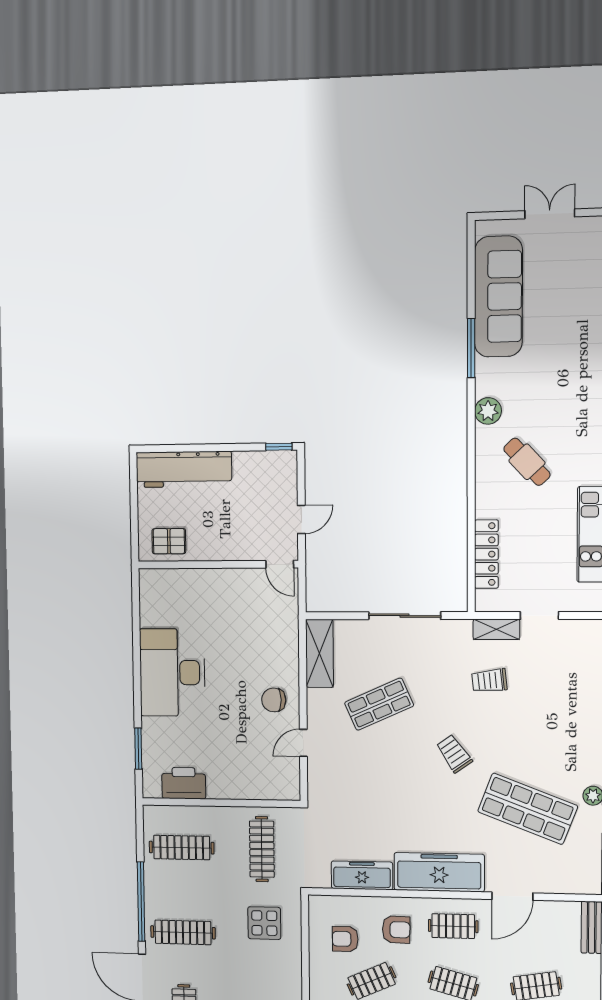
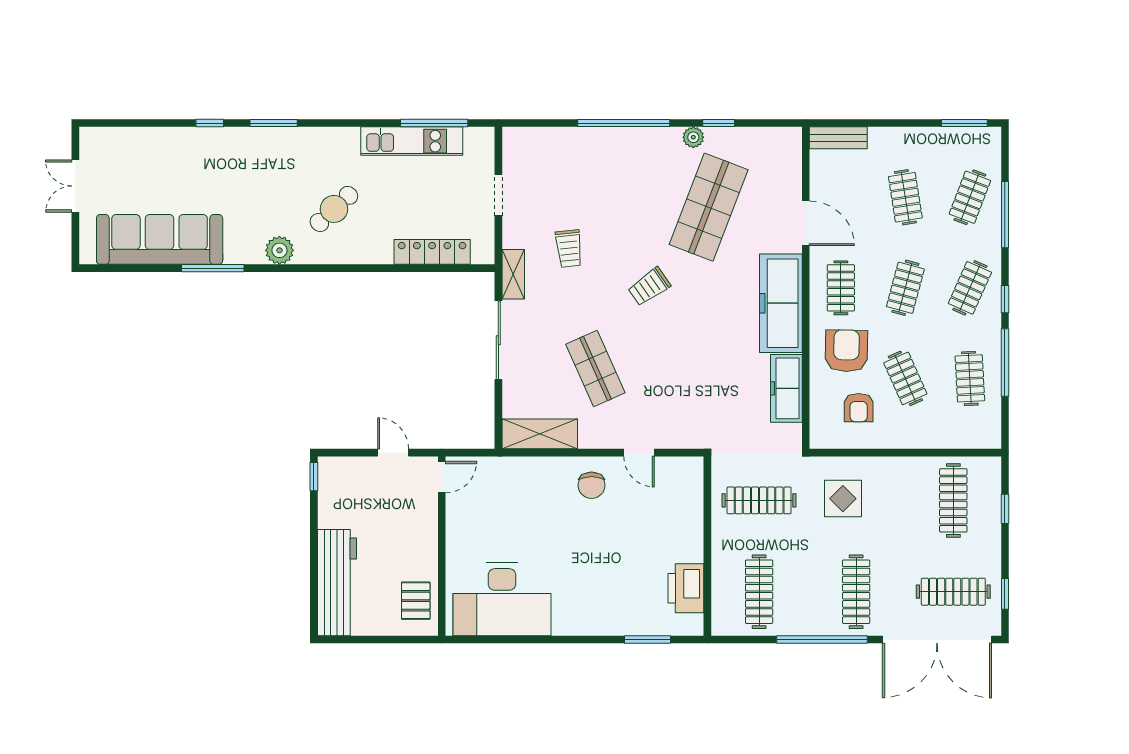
shelving: (496, 629) -> (513, 274), moved
desk: (172, 673) -> (502, 599), moved
armchair: (396, 930) -> (846, 351), width x1.38, depth x1.38

